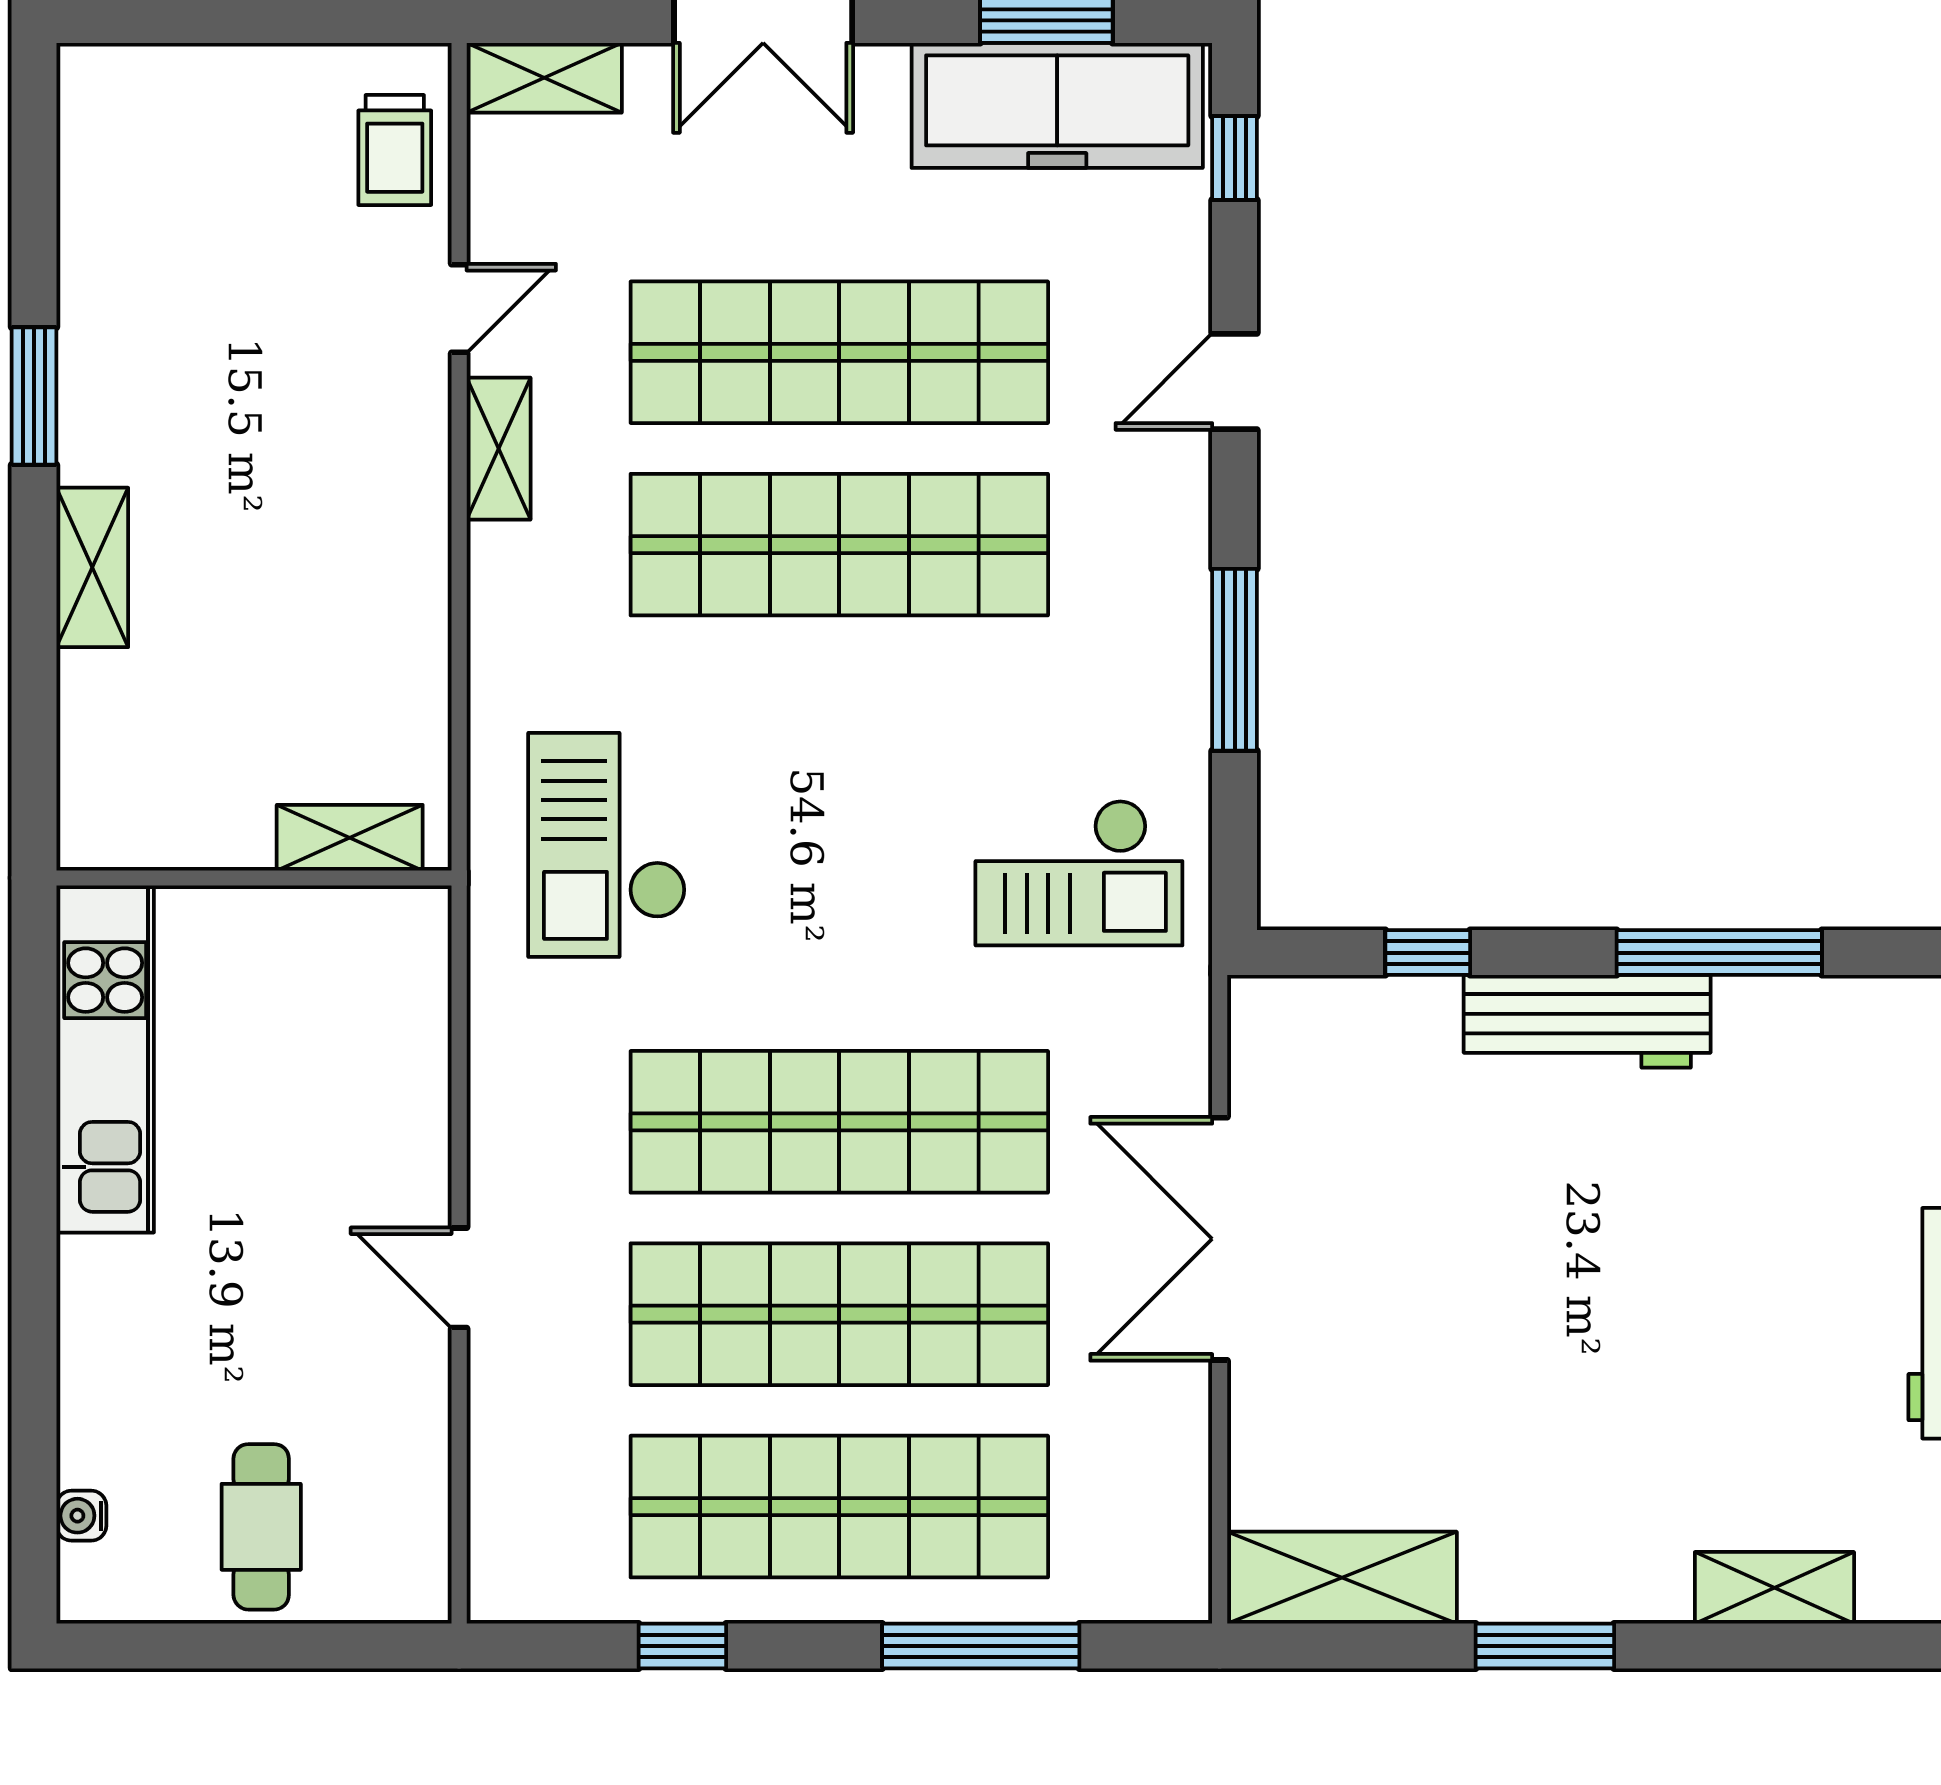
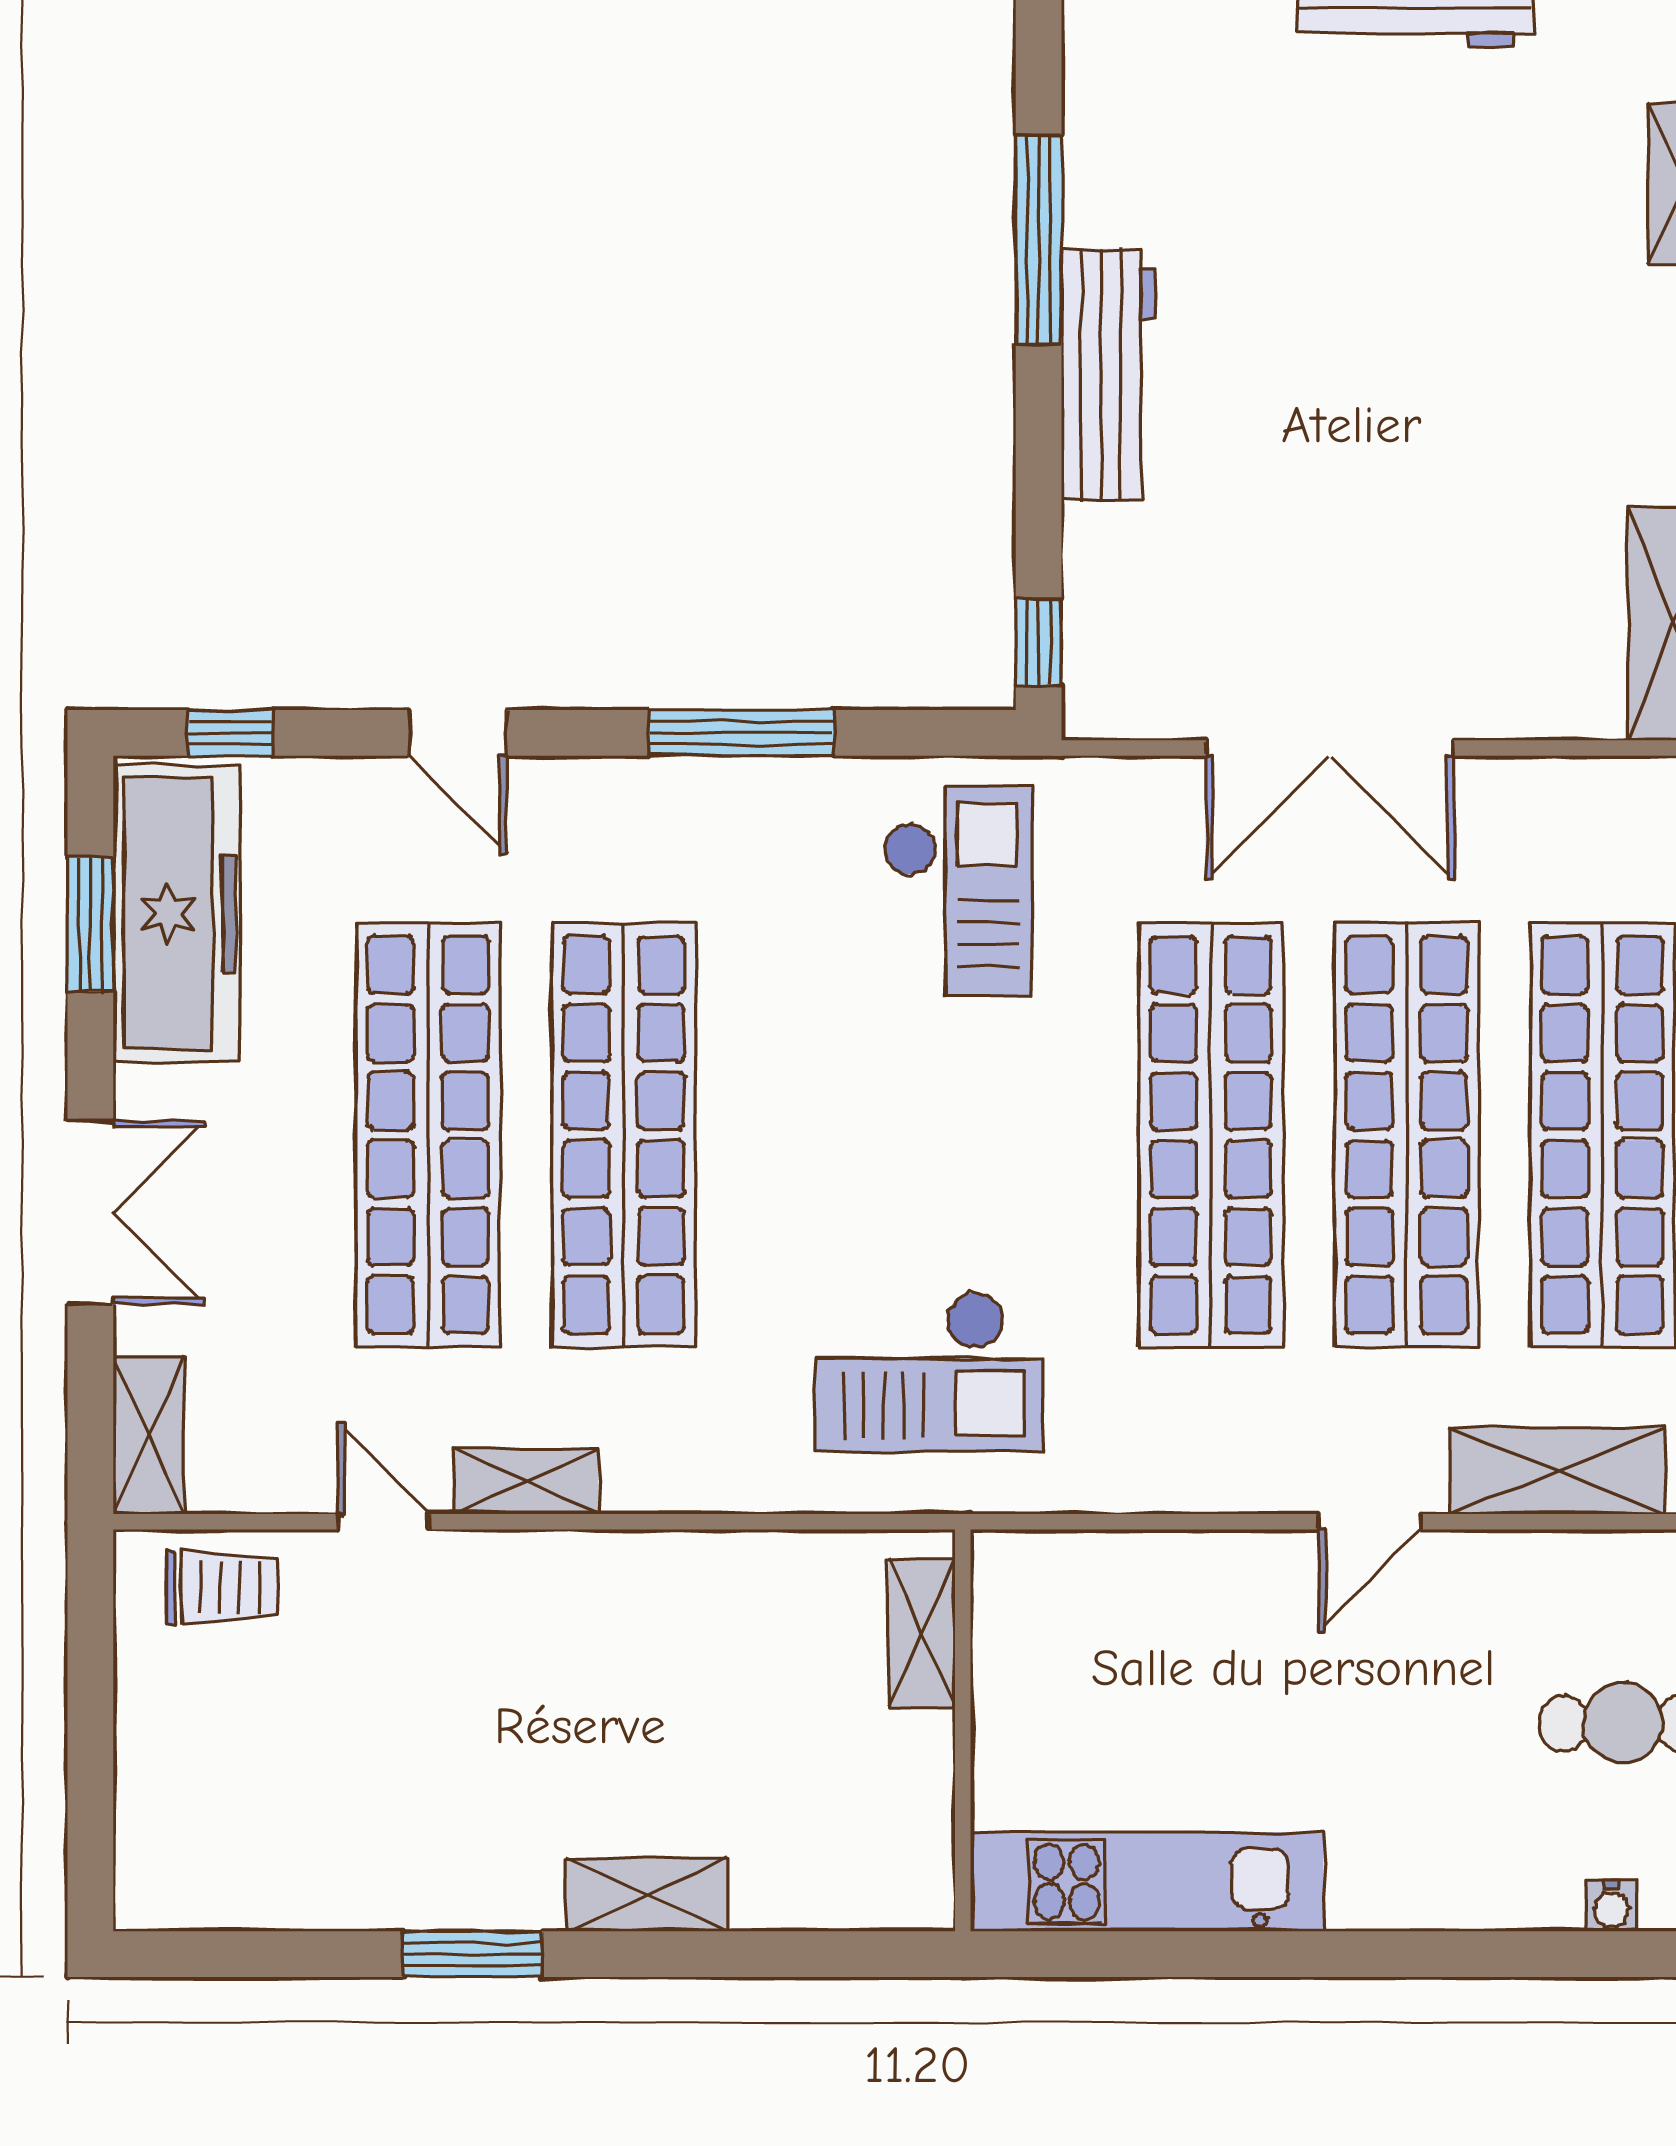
window: (1428, 953) -> (1039, 642), moved
shelving: (509, 1462) -> (1557, 1471), added

